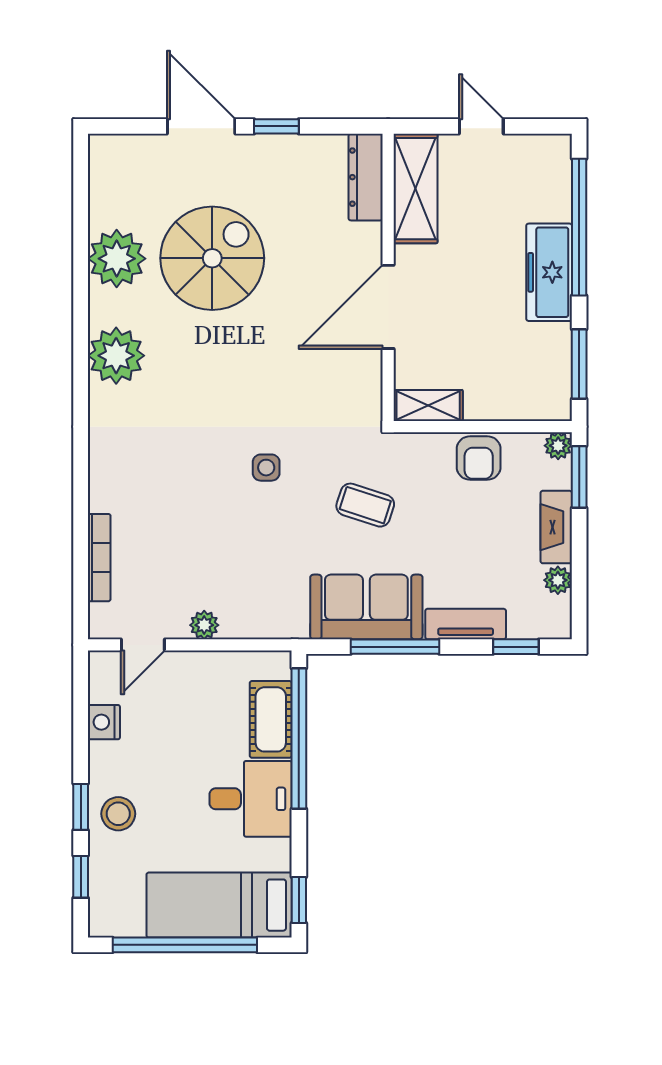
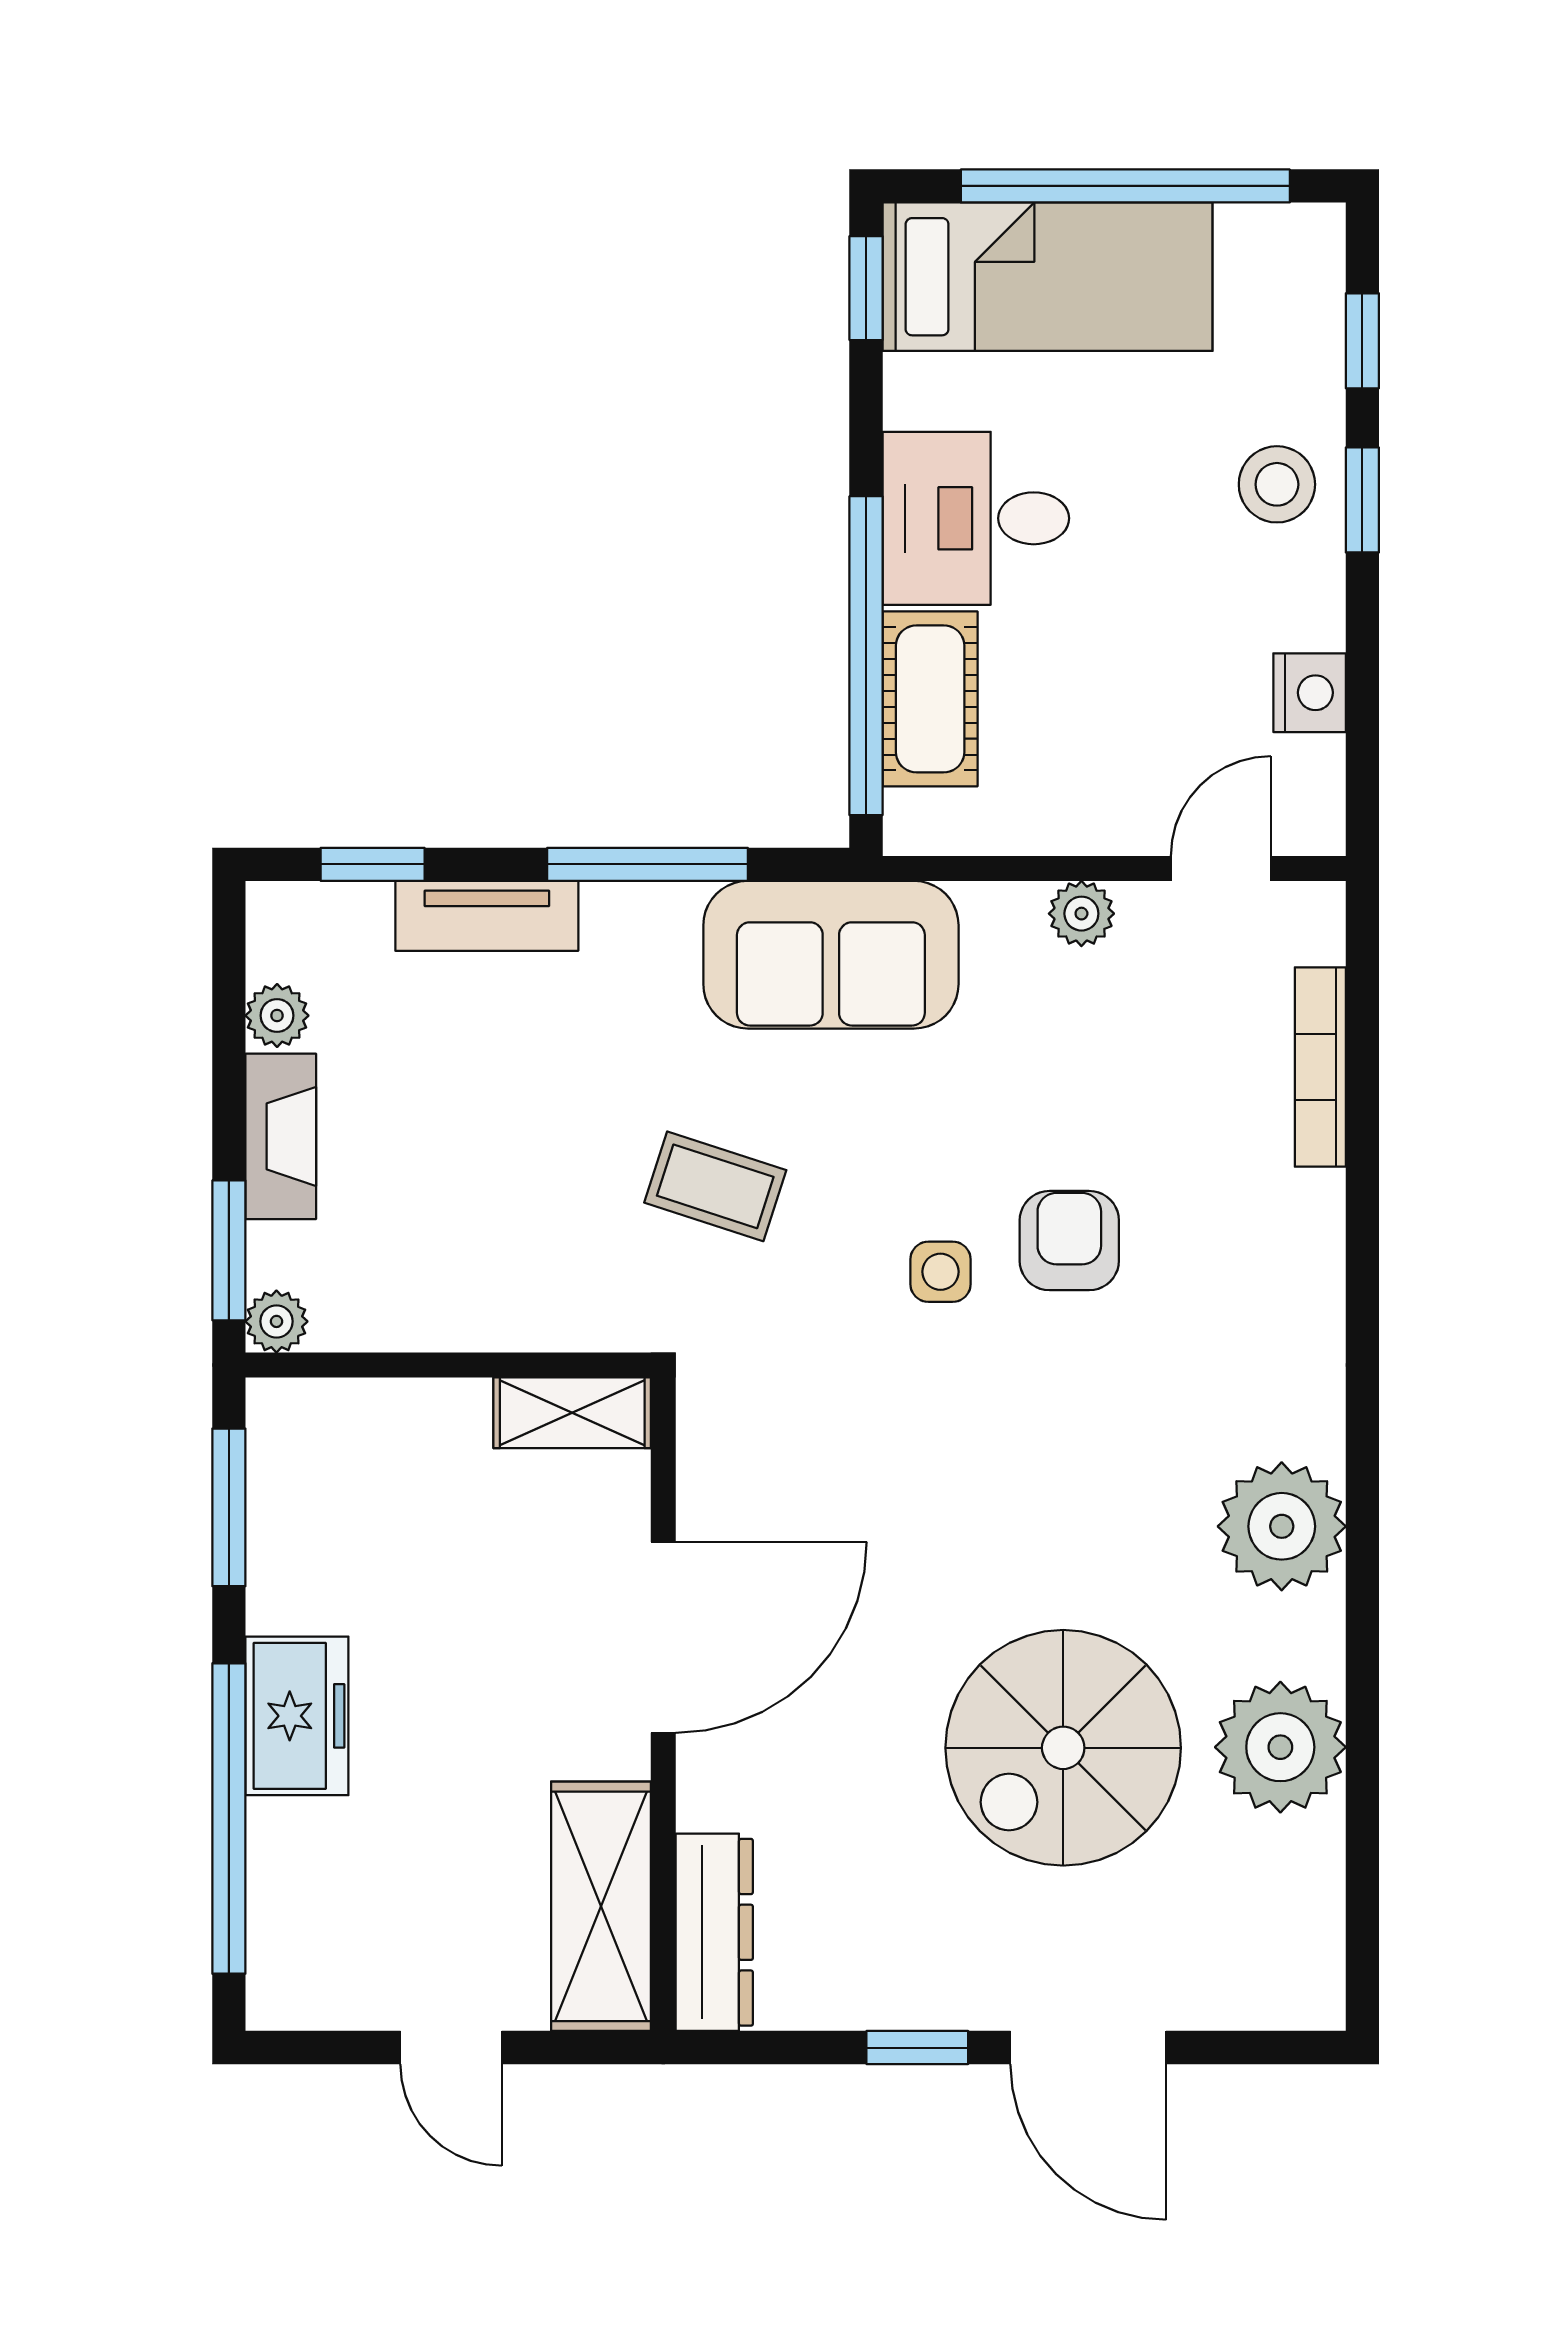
freezer: (549, 272) -> (297, 1716), width x0.71
armchair: (479, 458) -> (1069, 1241), moved
sofa: (366, 607) -> (831, 955), moved

